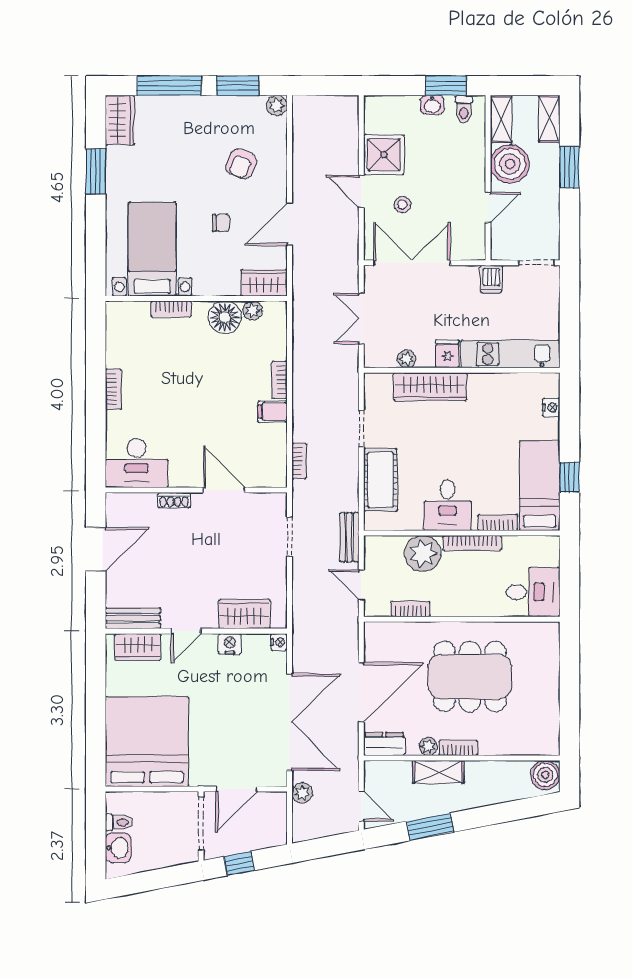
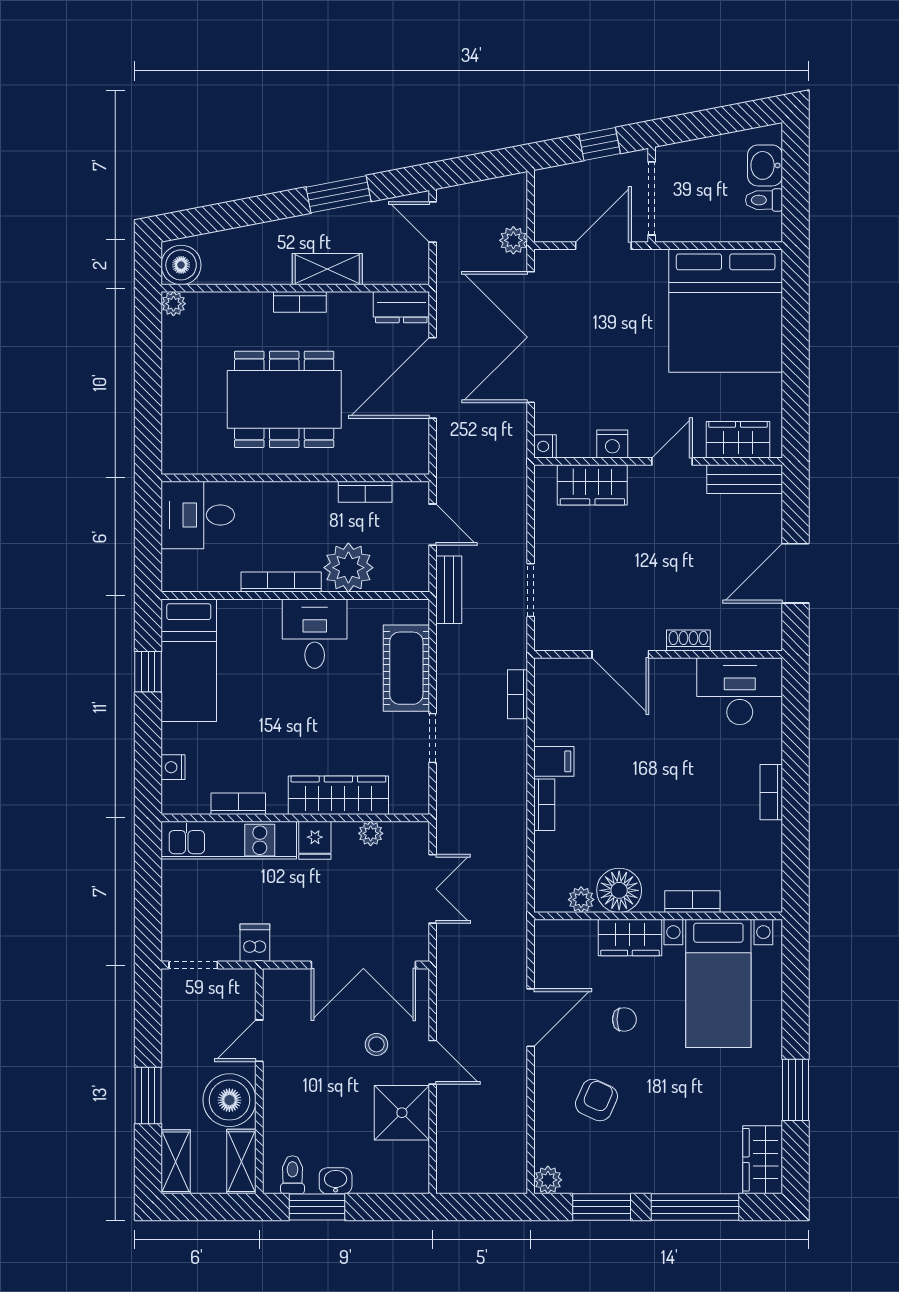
chair: (221, 223) -> (624, 1019), turned 180
wardrobe: (264, 283) -> (630, 938), moved
bookcase: (498, 523) -> (238, 804), moved, turned 180
plant: (428, 747) -> (173, 304), moved

